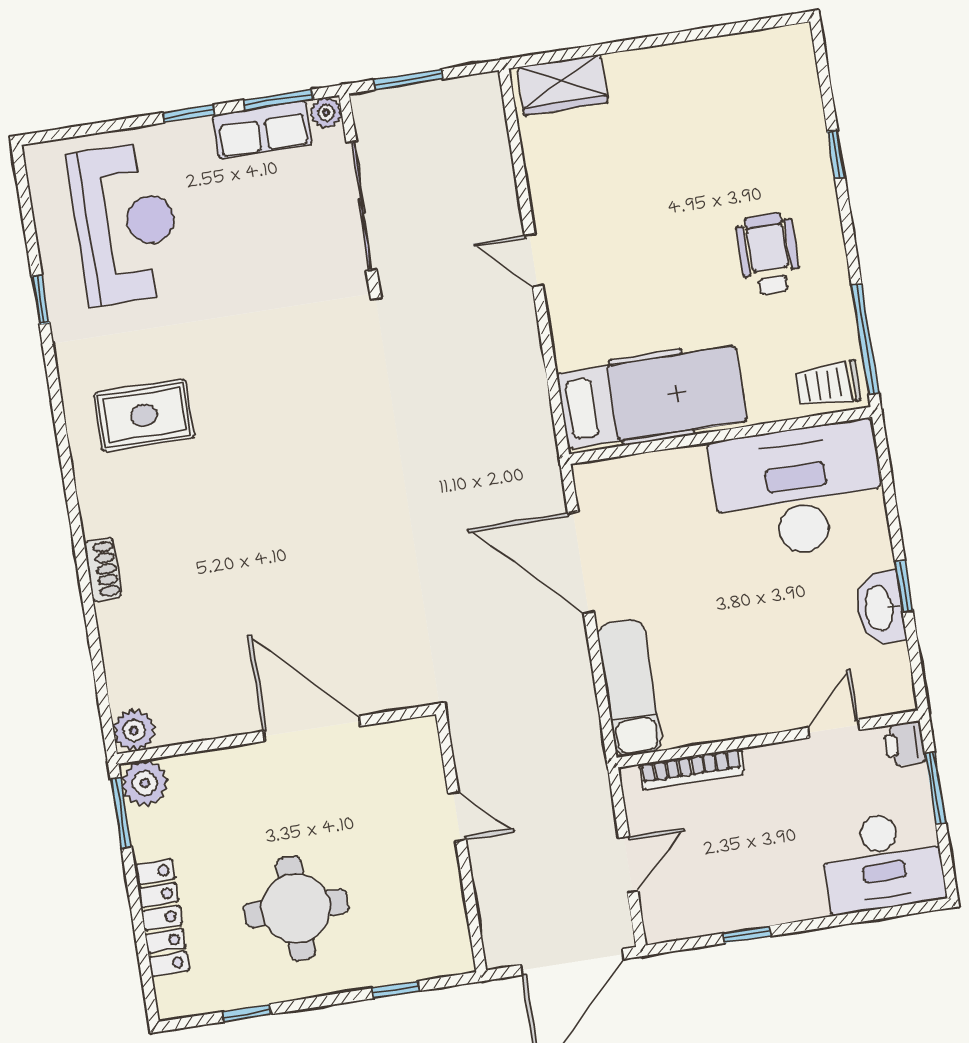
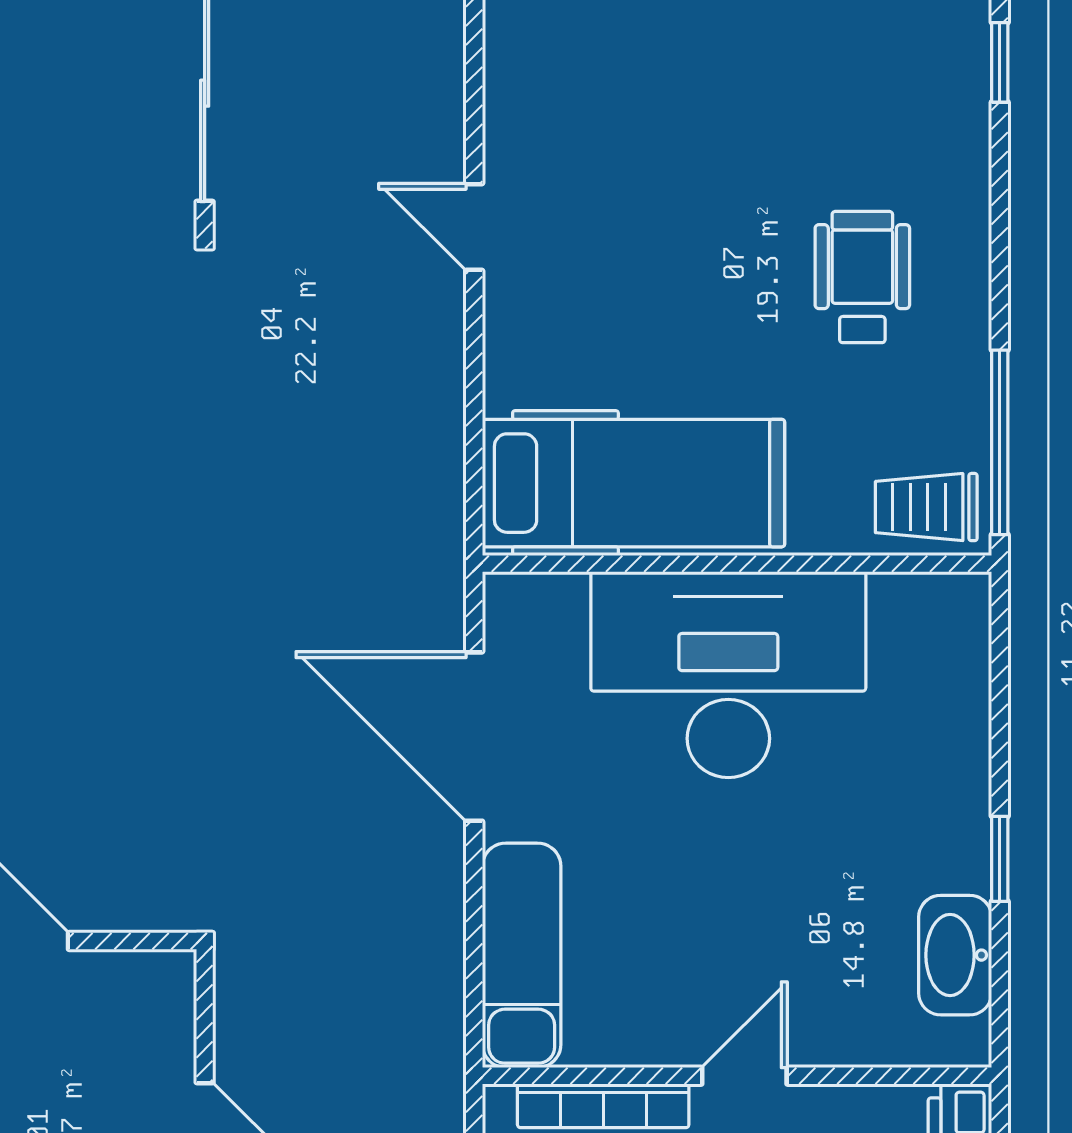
window: (836, 154) -> (1000, 62), moved
desk: (798, 491) -> (728, 675), moved
washbasin: (880, 608) -> (955, 955), moved
door: (834, 729) -> (744, 1076), moved

